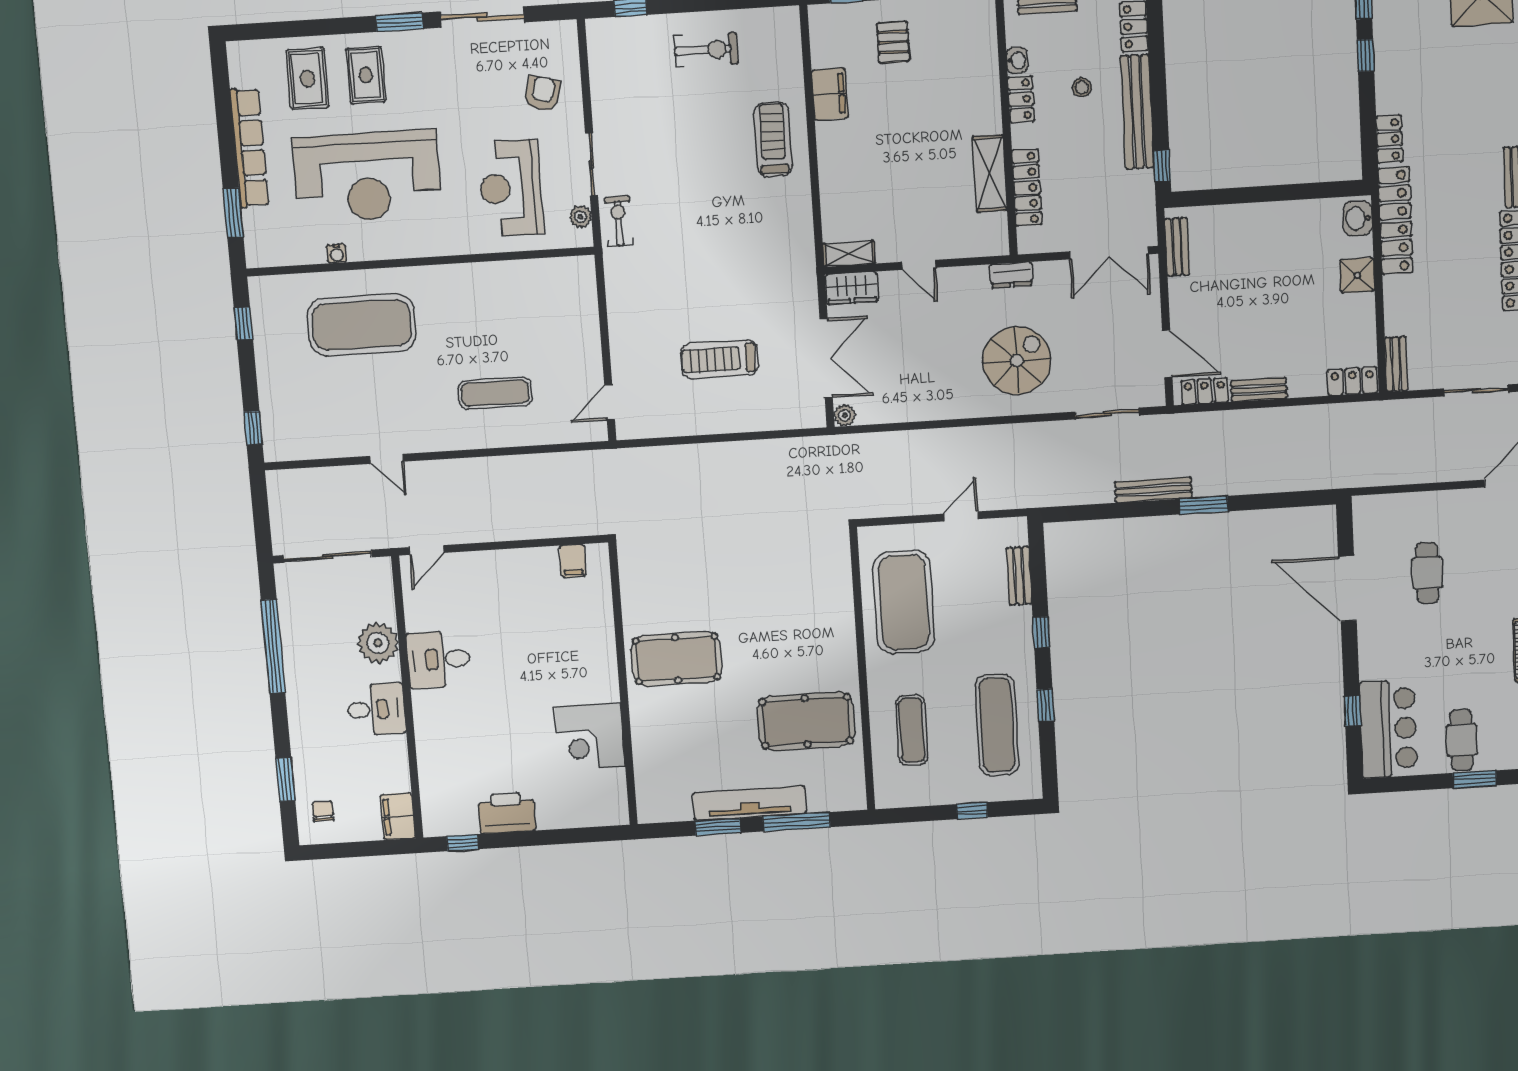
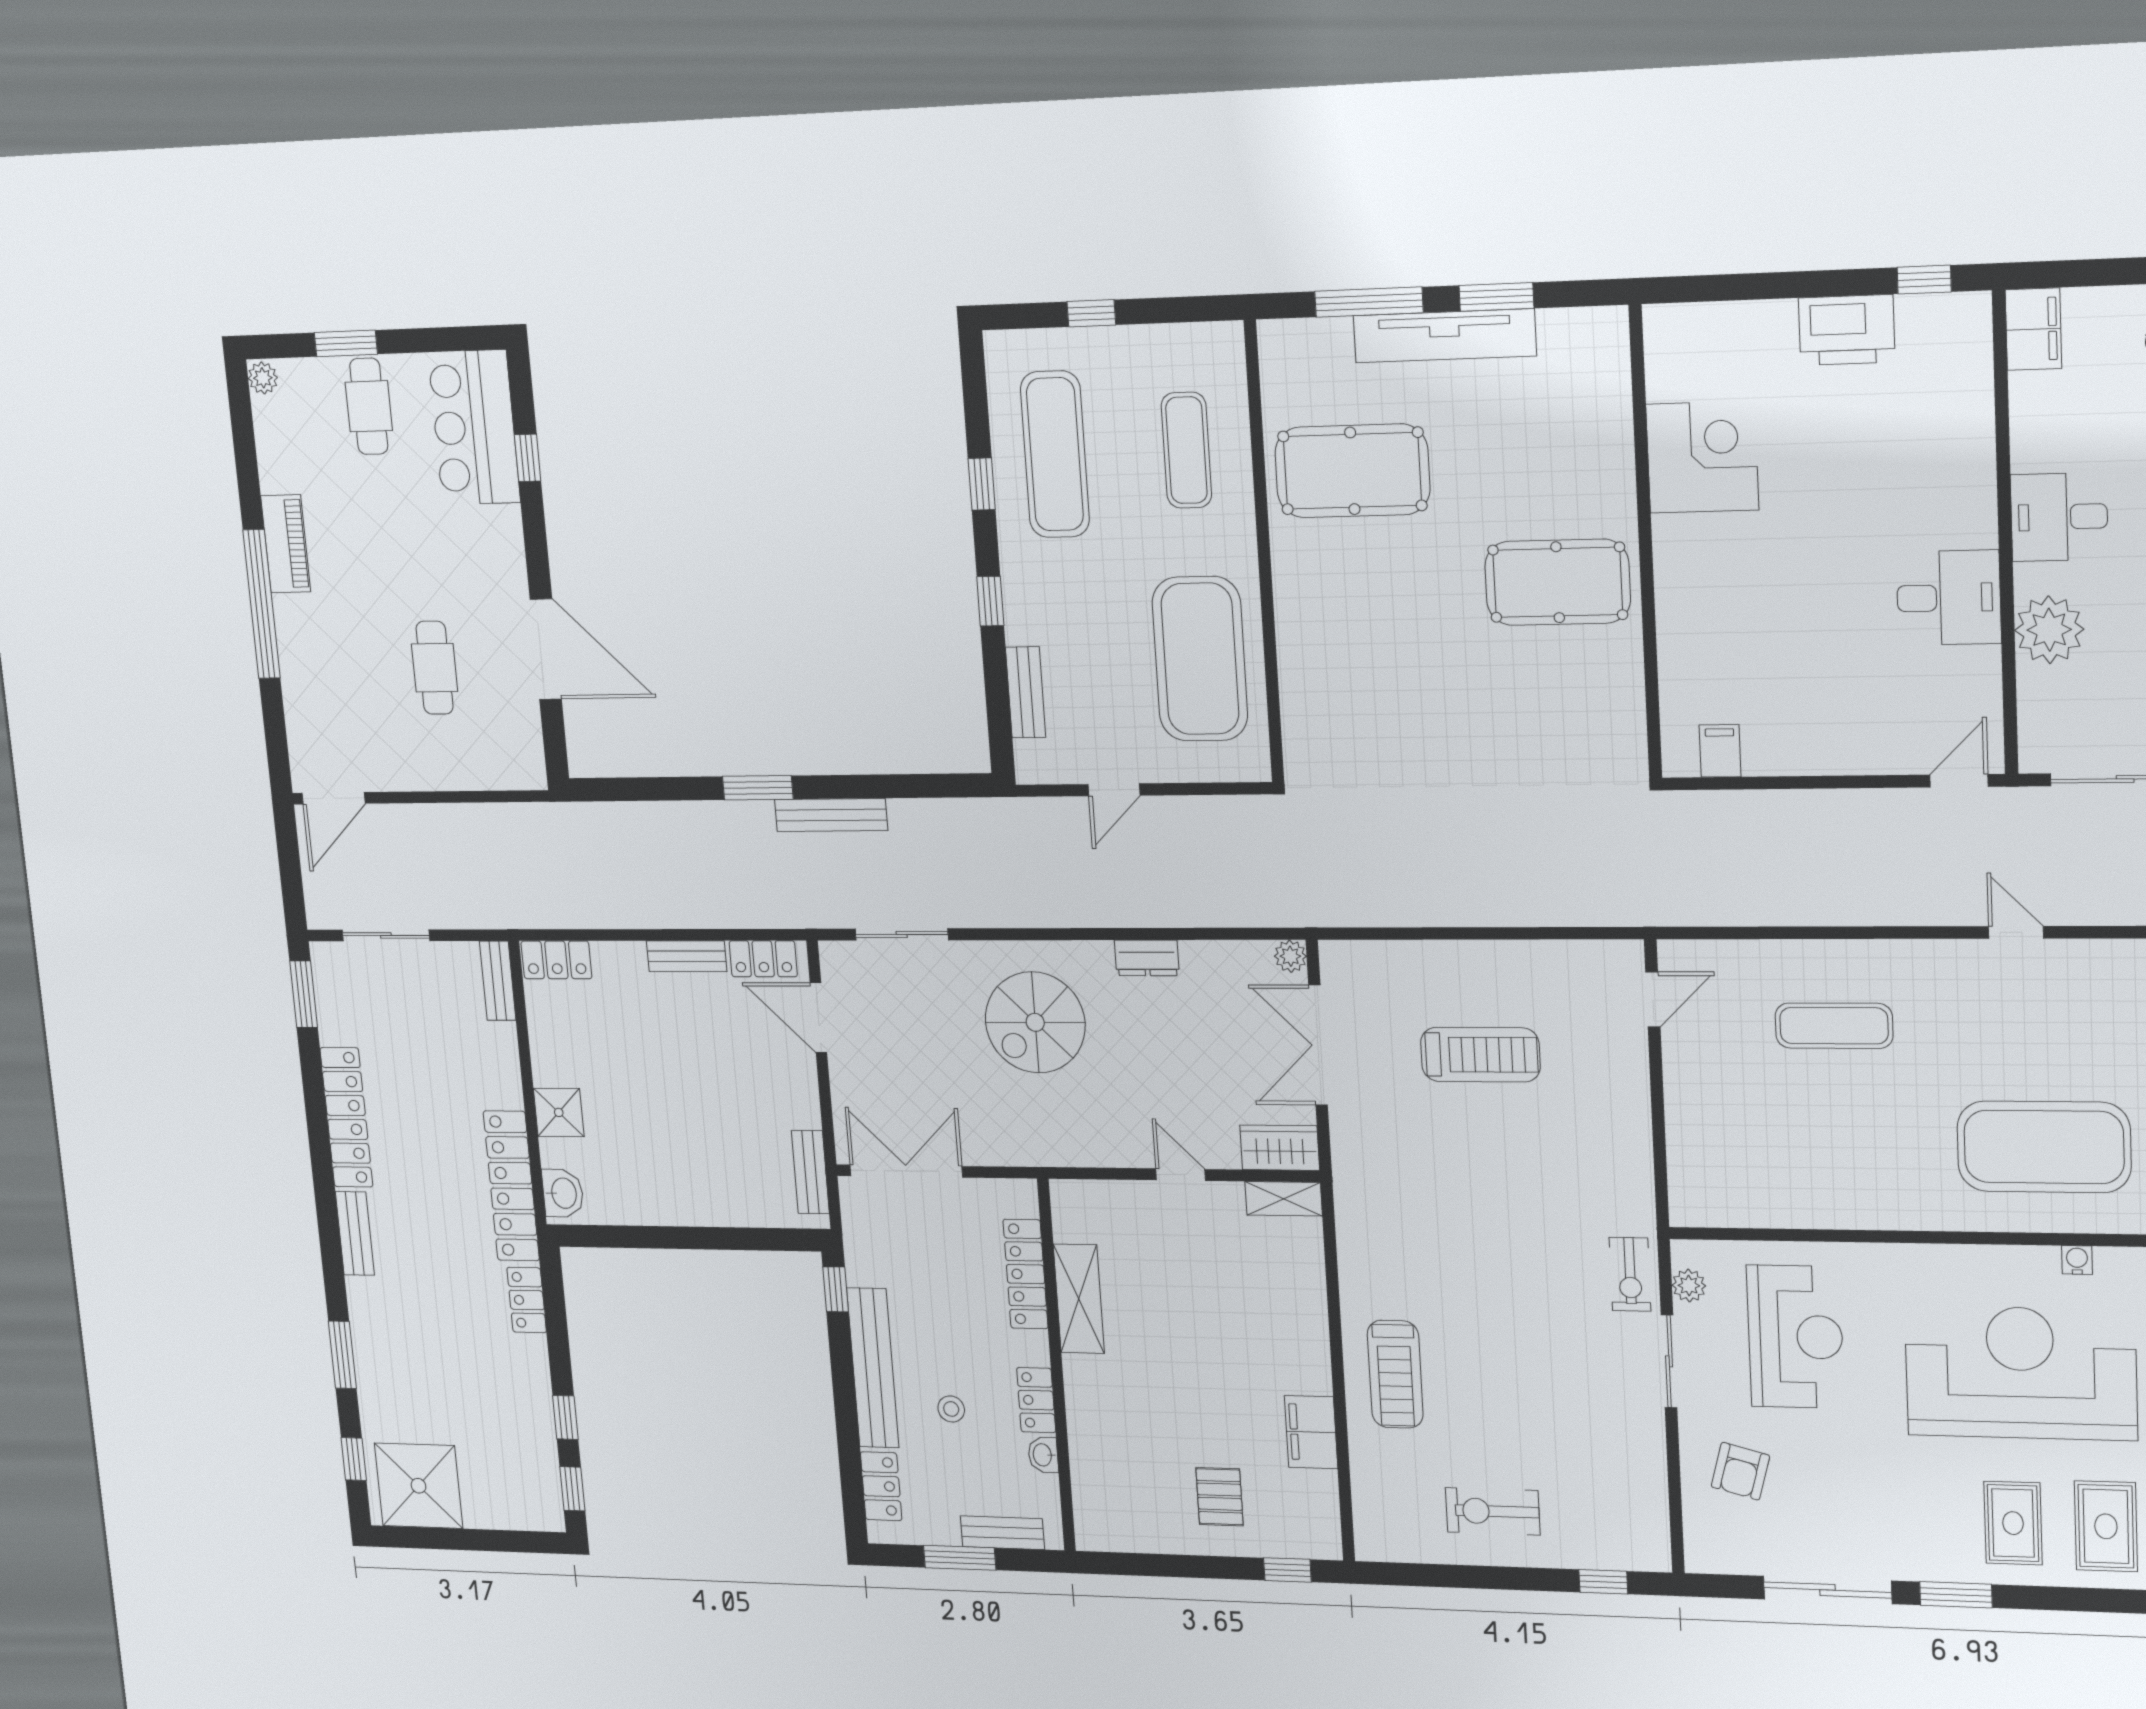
dresser: (1011, 275) -> (1147, 958), moved, turned 180

